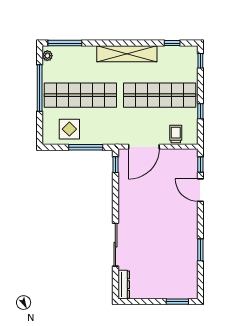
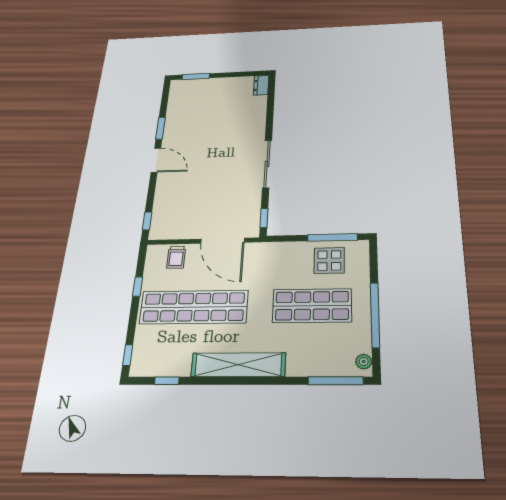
shop shelf: (80, 95) -> (312, 306), width x0.71
window: (86, 147) -> (333, 237), moved
door: (144, 147) -> (223, 241), swing flipped
door: (200, 190) -> (156, 160), moved
sliding door: (115, 245) -> (267, 164), moved
dresser: (124, 285) -> (261, 85), width x0.70

